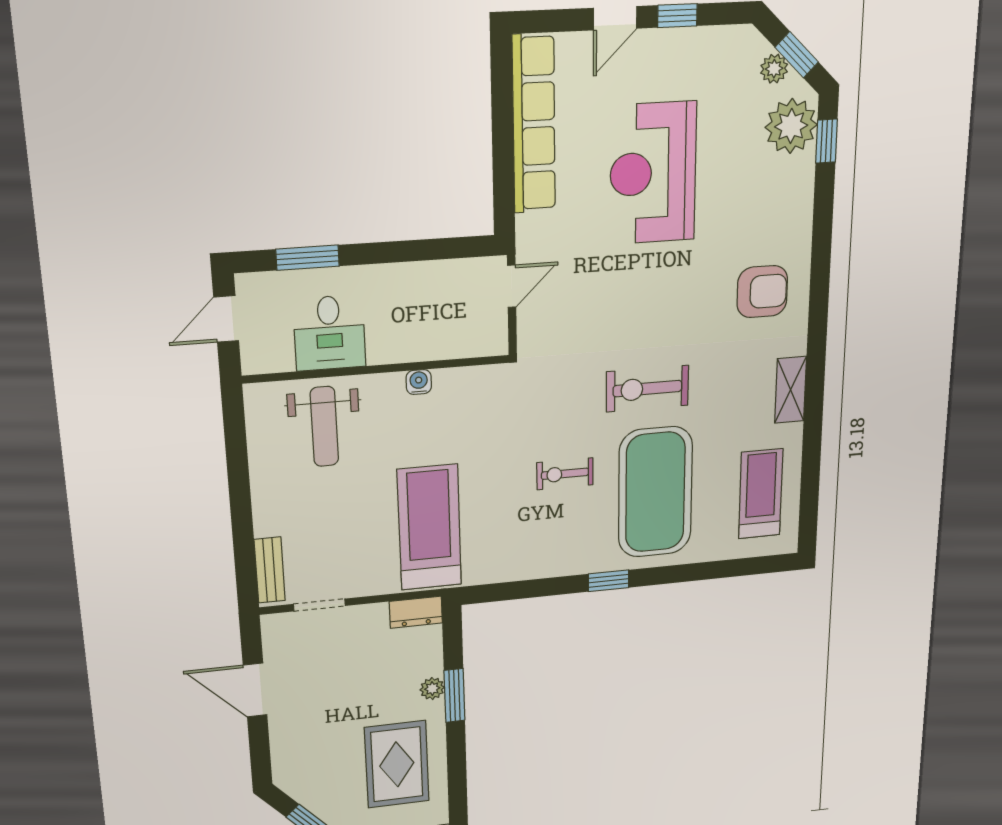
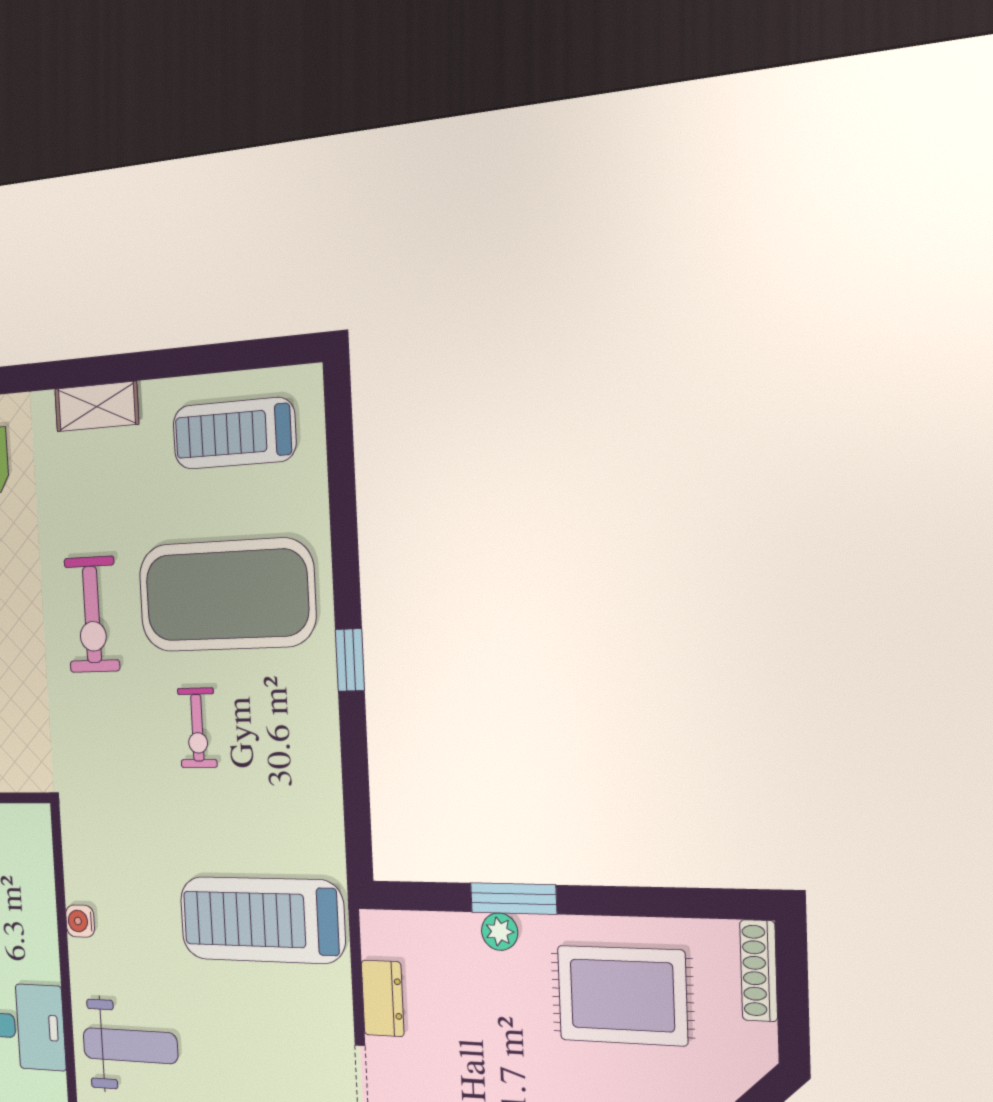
dresser: (416, 612) -> (383, 998), moved

